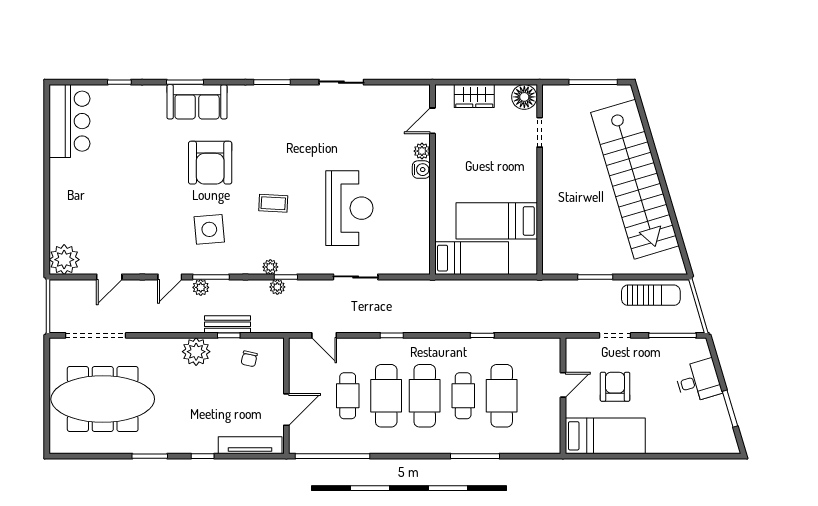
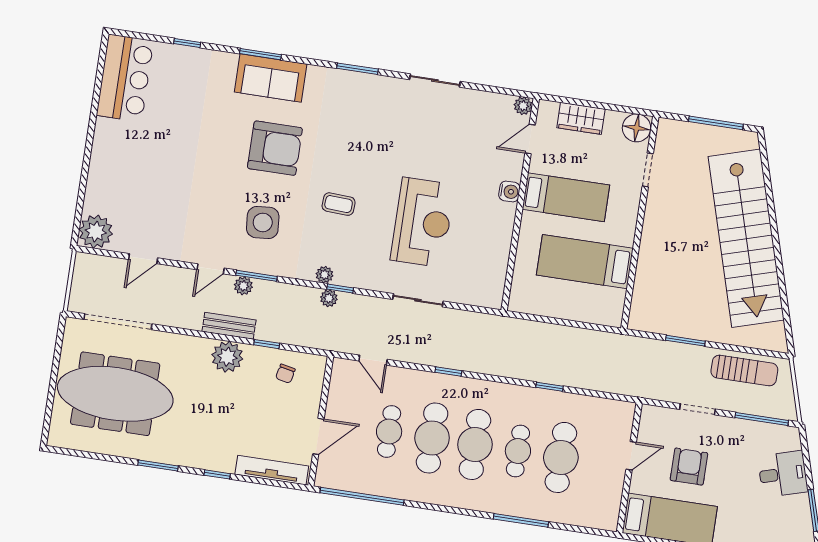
plant: (422, 151) -> (523, 106), moved
armchair: (210, 163) -> (275, 148), turned -90
bed: (472, 258) -> (566, 197), moved
bench: (228, 324) -> (229, 326), moved

